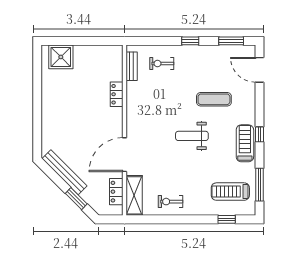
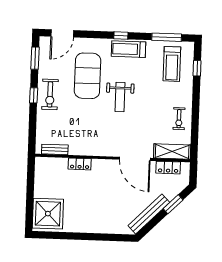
shower: (61, 57) -> (48, 214), width x1.37, depth x1.37
exercise bike: (162, 64) -> (50, 94), moved, width x1.38, depth x1.39
exercise mat: (214, 99) -> (88, 76), width x2.00, depth x1.45

